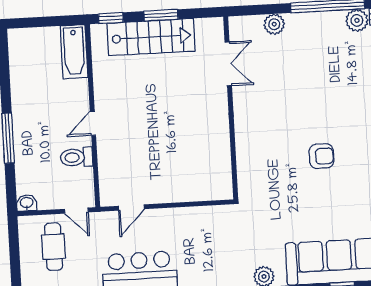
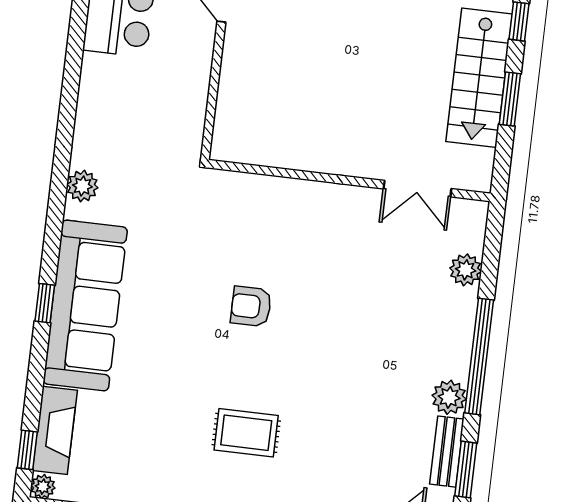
armchair: (321, 156) -> (251, 306), turned 90

